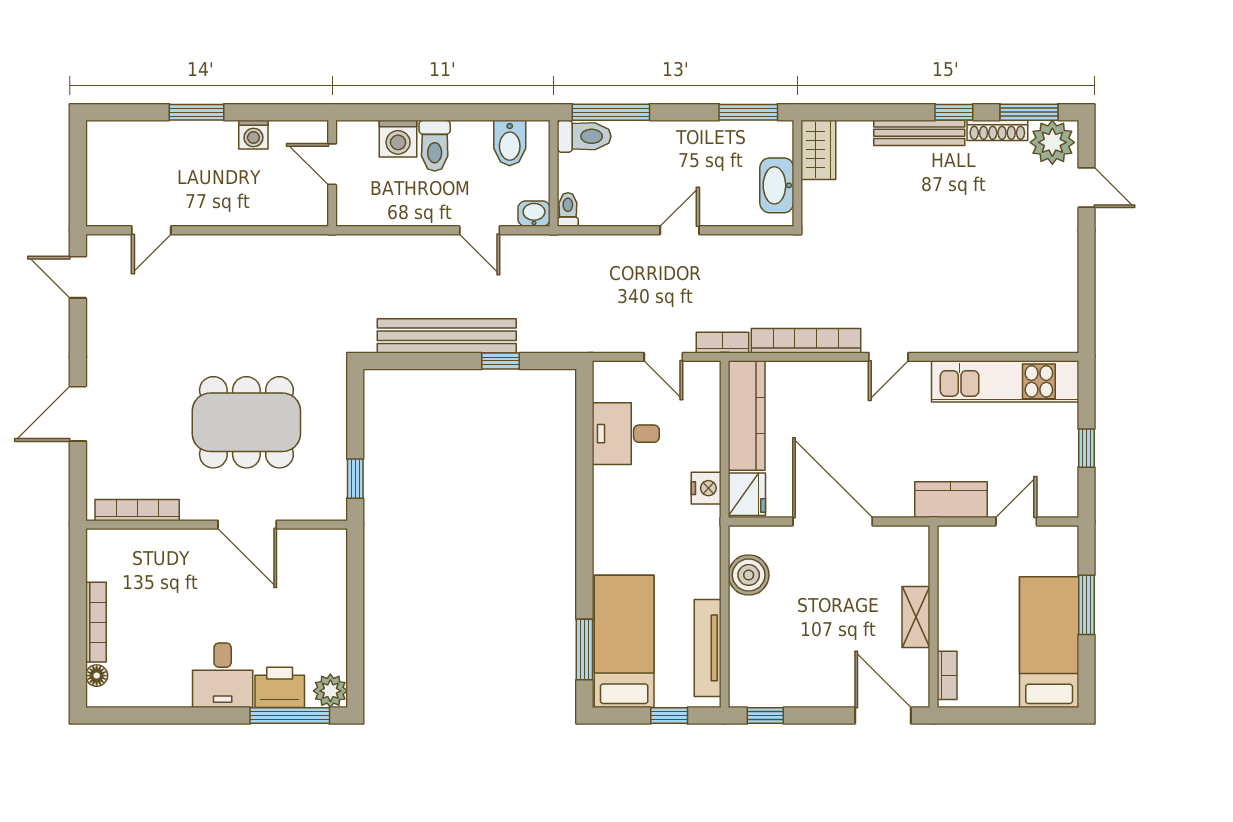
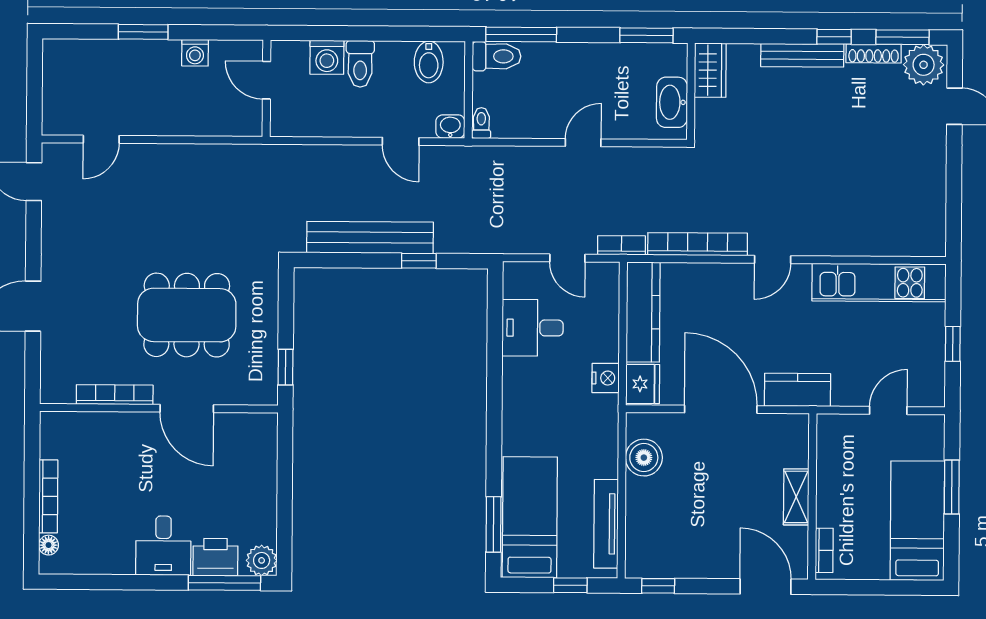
kitchen counter: (951, 500) -> (798, 390), moved
bookcase: (137, 510) -> (115, 395), moved

